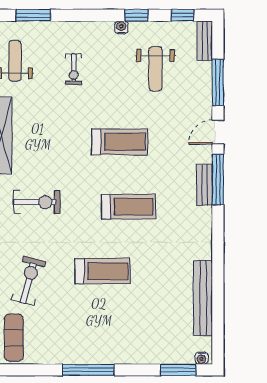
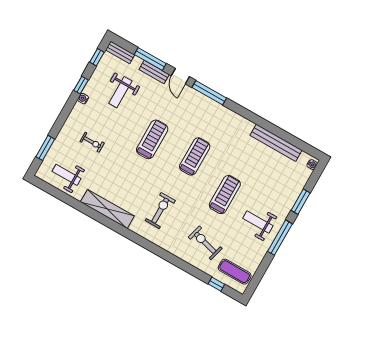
weight bench: (156, 69) -> (120, 92), turned 90
bench: (204, 185) -> (154, 72), moved
weight bench: (92, 331) -> (258, 222), added
window: (178, 370) -> (301, 202), moved

